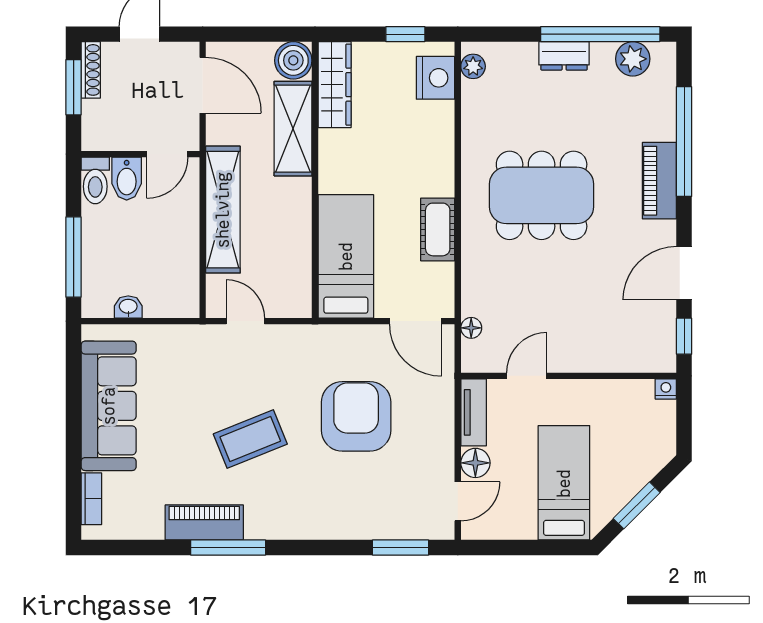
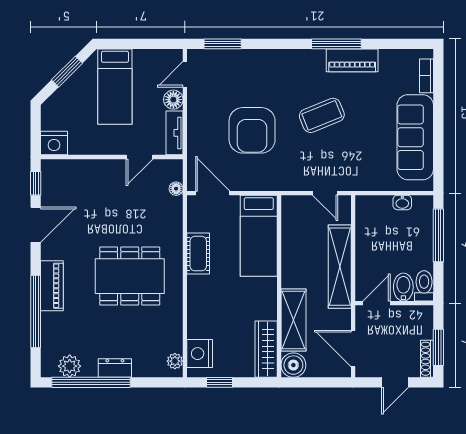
nightstand: (666, 389) -> (54, 143), width x1.89, depth x1.79

